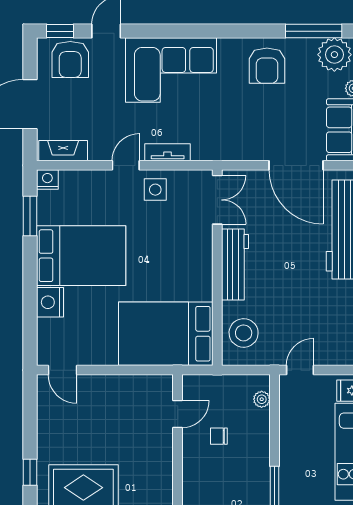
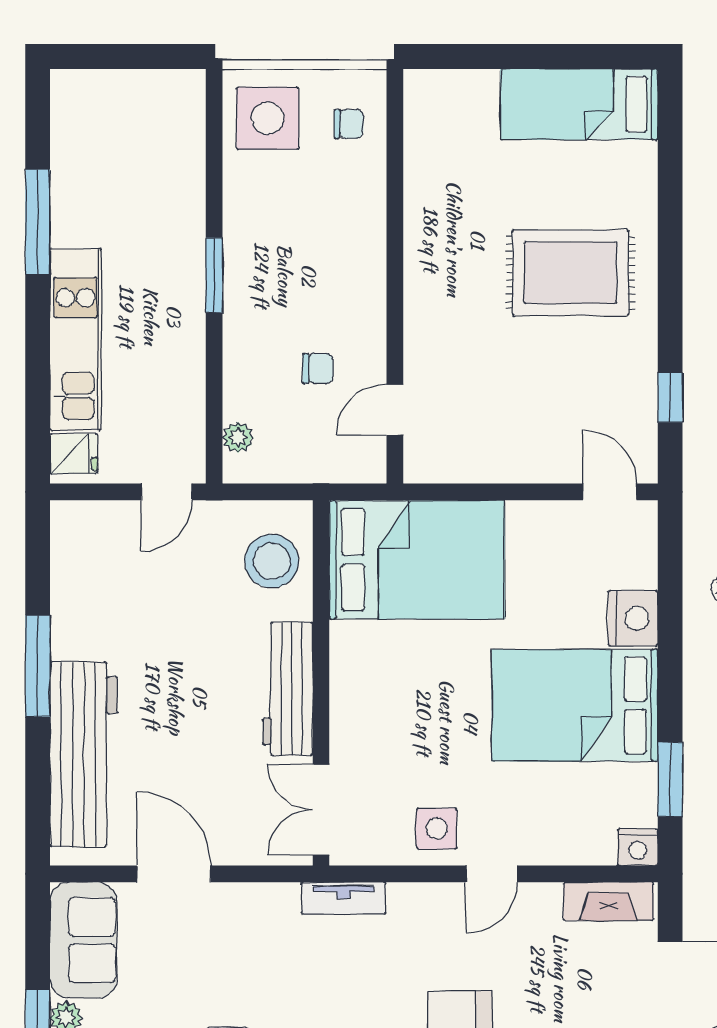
tv unit: (168, 152) -> (344, 898), moved
door: (296, 165) -> (174, 874), width x0.73
window: (30, 472) -> (670, 398), moved

